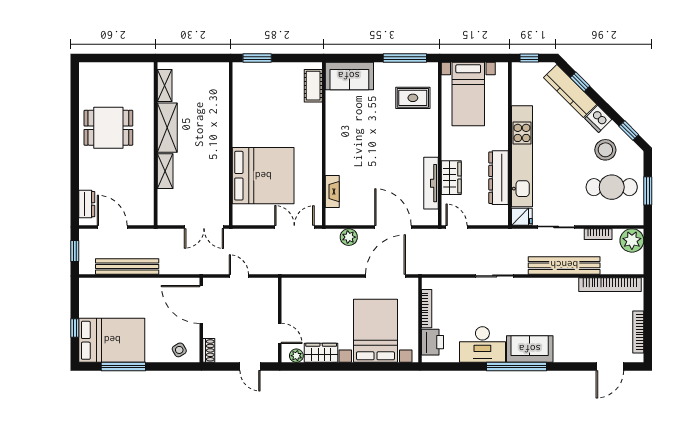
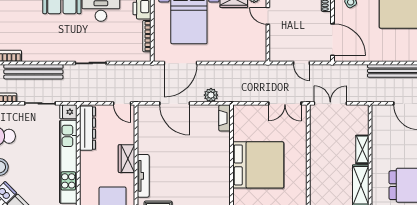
bed: (263, 176) -> (258, 165), moved, turned 180
wardrobe: (451, 178) -> (127, 159), moved
dresser: (499, 178) -> (87, 128), moved
tv unit: (431, 183) -> (143, 176), moved
fireplace: (332, 192) -> (225, 118), moved
double door: (294, 227) -> (285, 103), moved

